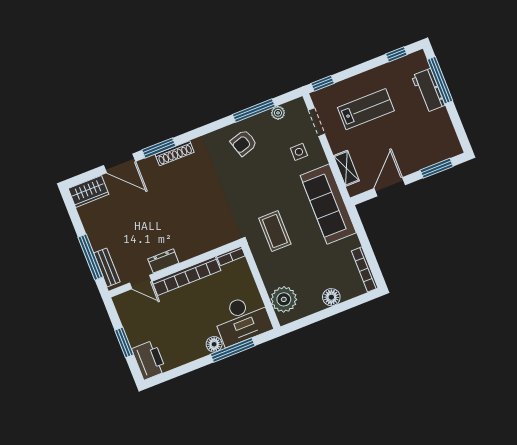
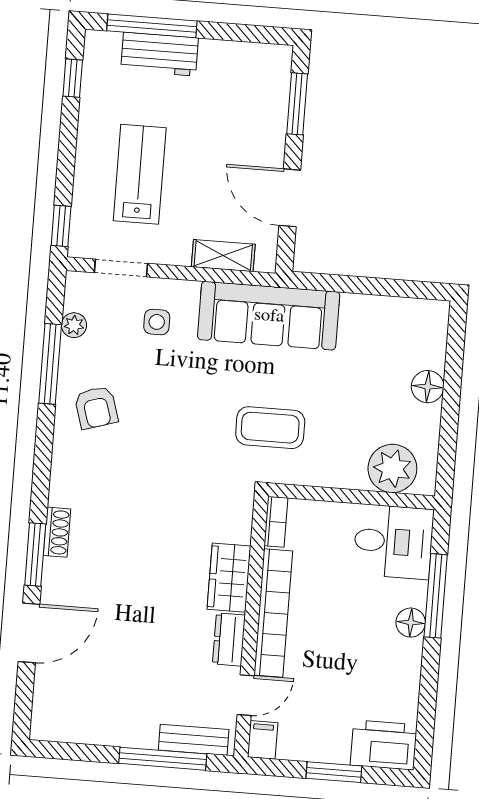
shoe rack: (175, 153) -> (57, 532), width x0.70
wardrobe: (88, 191) -> (229, 578), moved, turned 180
bookcase: (365, 269) -> (408, 308), removed
filing cabinet: (123, 301) -> (263, 740), added
desk: (242, 320) -> (393, 542), width x0.73

